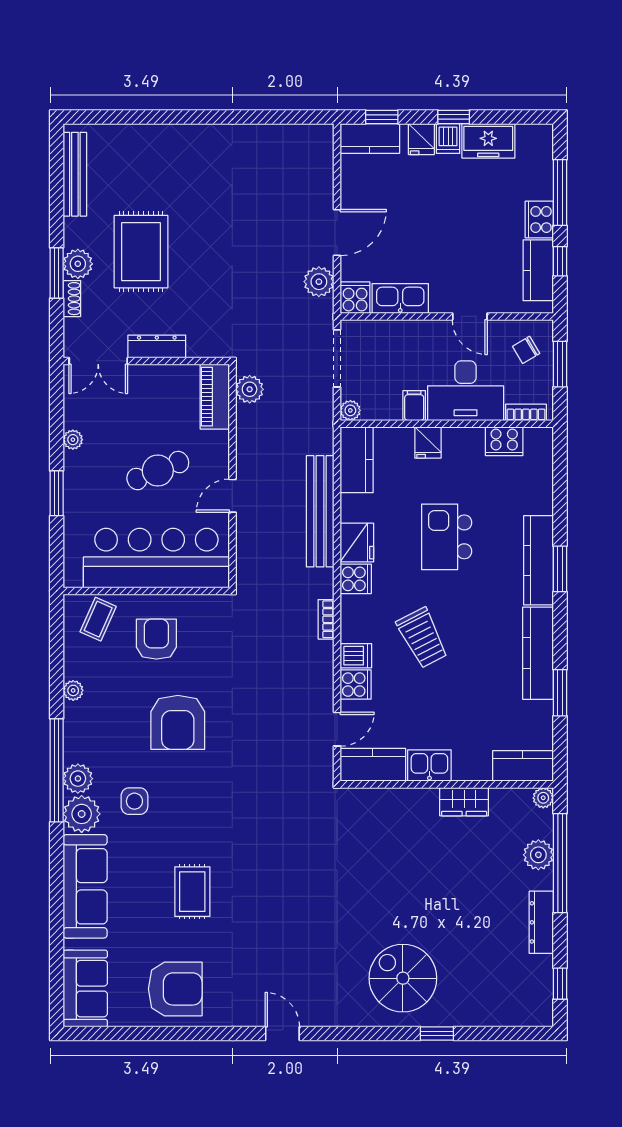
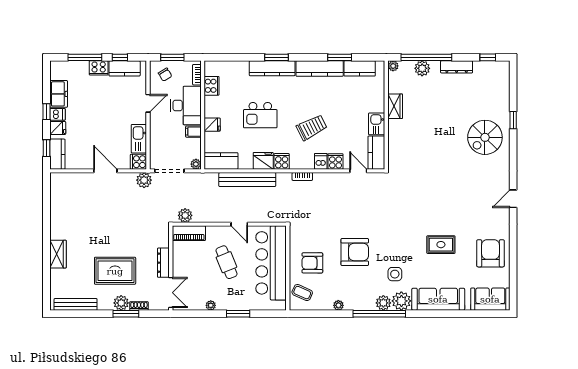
wardrobe: (174, 140) -> (58, 254), added
plant: (319, 282) -> (144, 180), moved
kitchen counter: (523, 766) -> (360, 68), moved, turned -90

